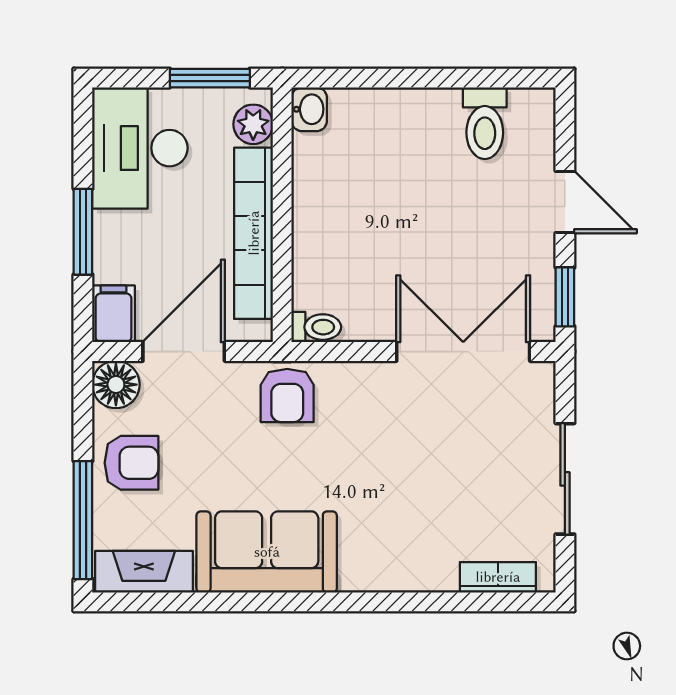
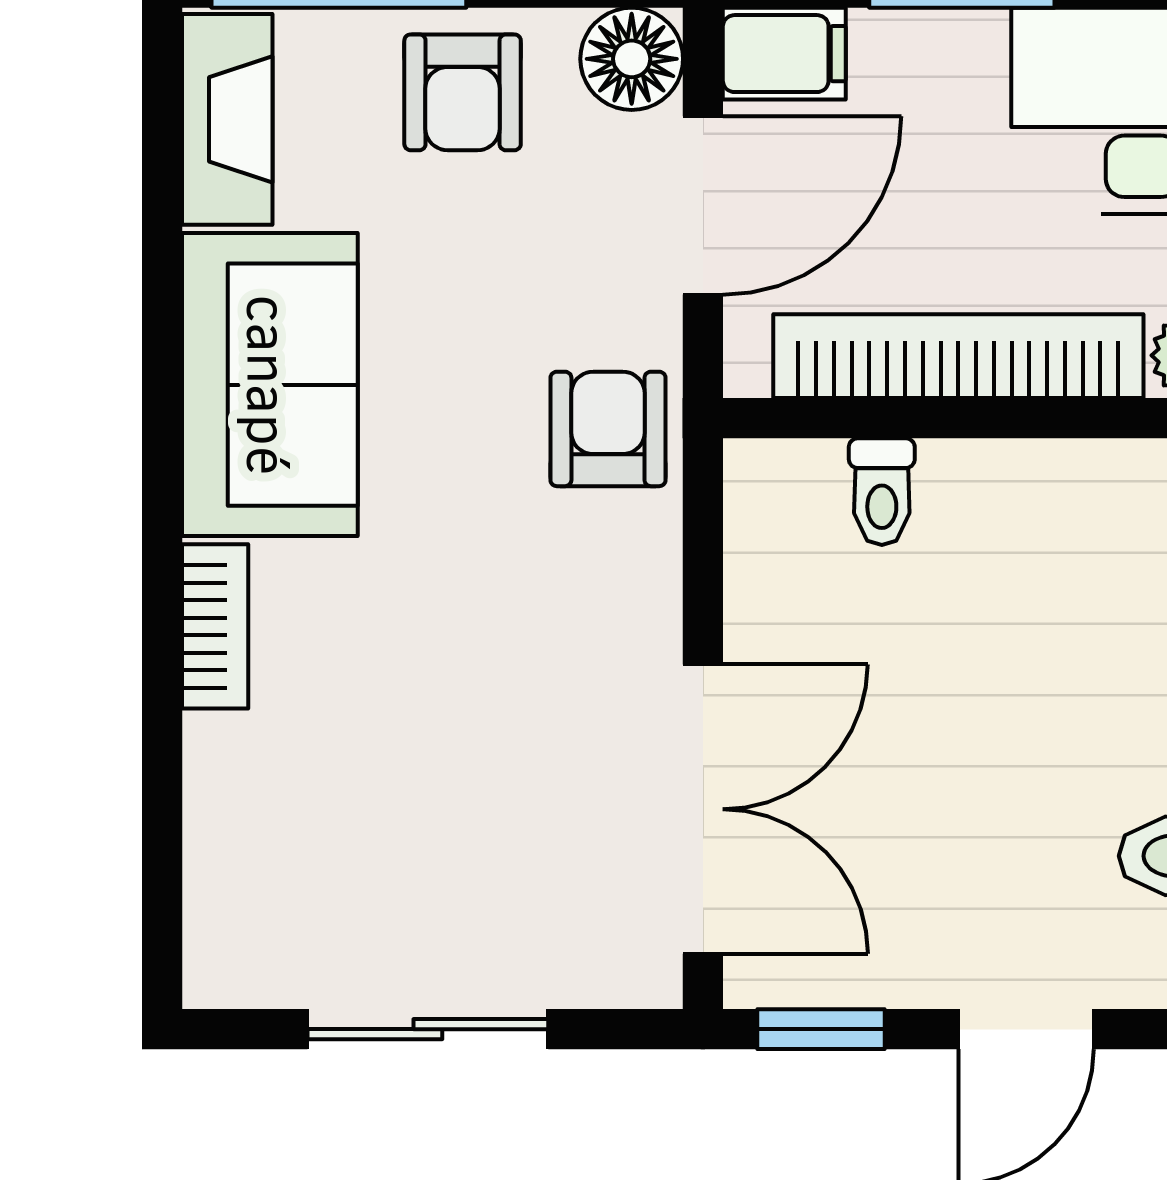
toilet: (316, 327) -> (882, 492), moved
door: (184, 352) -> (703, 205), hinge flipped
armchair: (287, 395) -> (608, 429), turned 90
bookcase: (498, 577) -> (215, 626), moved

